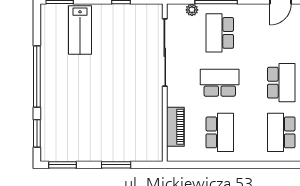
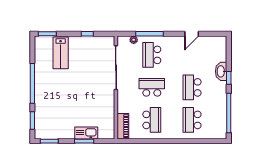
school desk: (281, 83) -> (192, 87), turned 180
piano: (175, 127) -> (123, 126), moved
kitchen sink: (119, 152) -> (86, 133), added

